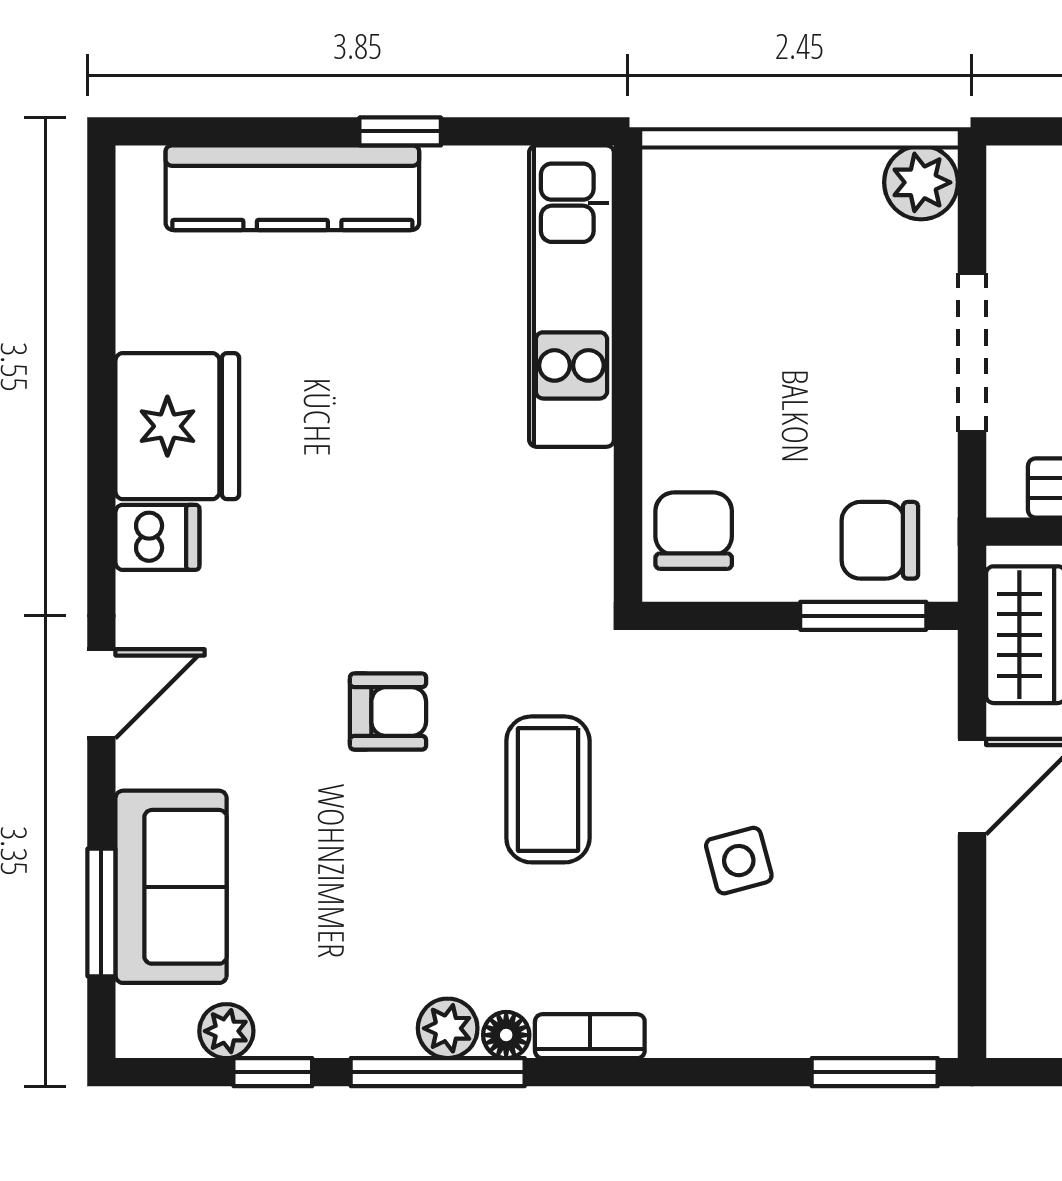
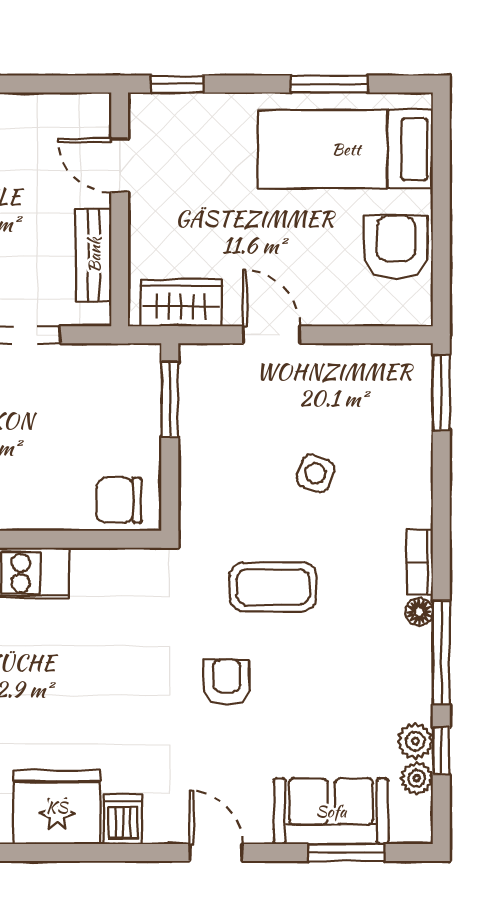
chair: (880, 540) -> (125, 389), removed
side table: (739, 861) -> (315, 473), turned 33
plant: (448, 1028) -> (415, 741), moved

